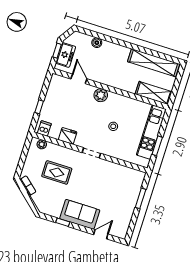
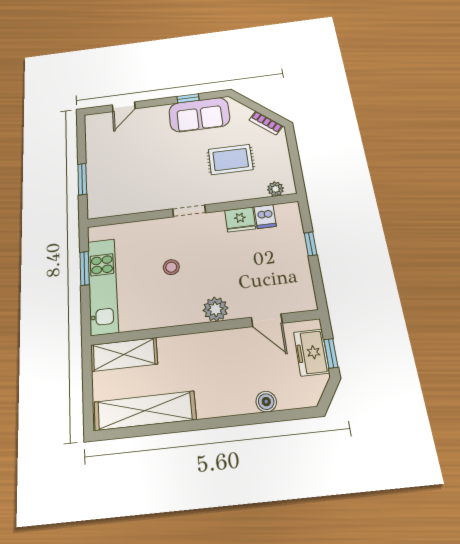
dishwasher: (44, 128) -> (265, 217), moved
sofa: (80, 214) -> (199, 115), moved

